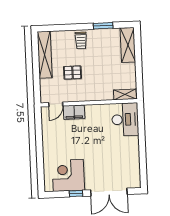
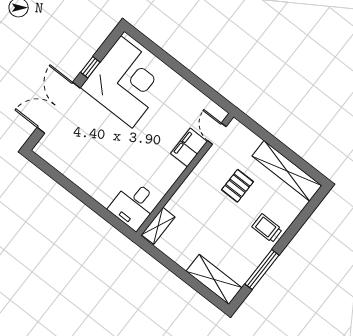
window: (103, 26) -> (262, 270), width x1.44
desk: (125, 119) -> (134, 205), width x0.73
corner desk: (68, 175) -> (126, 82), width x1.36, depth x1.36

